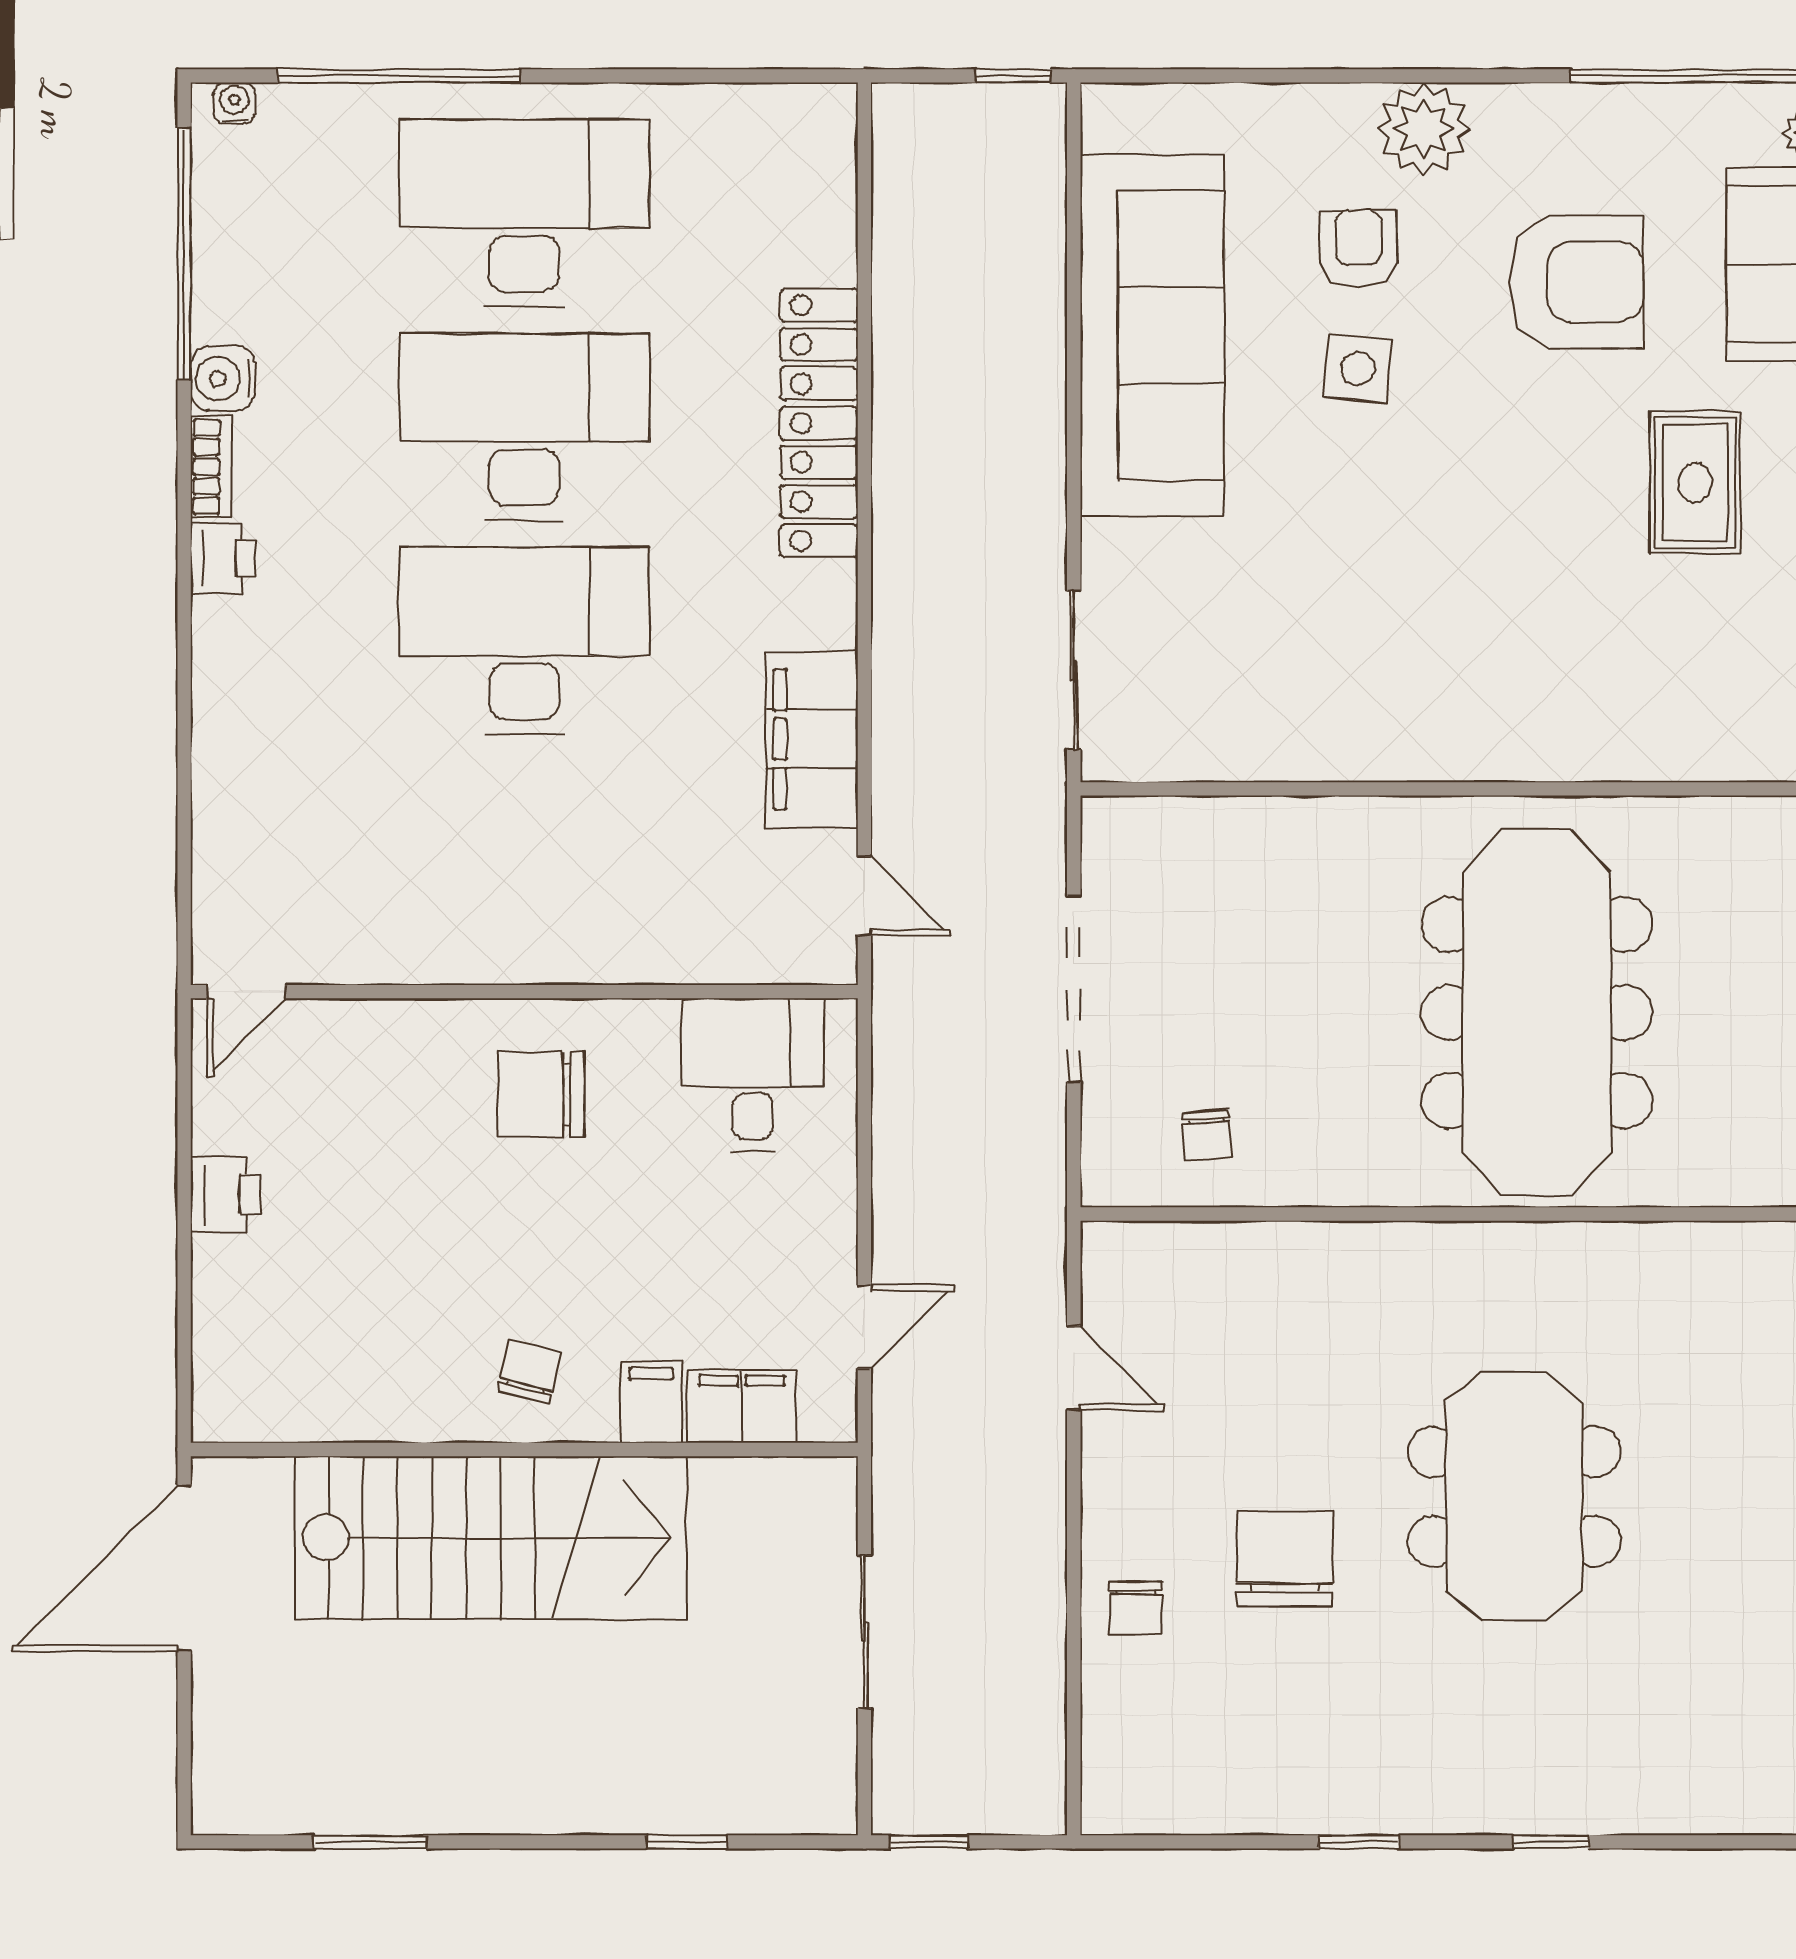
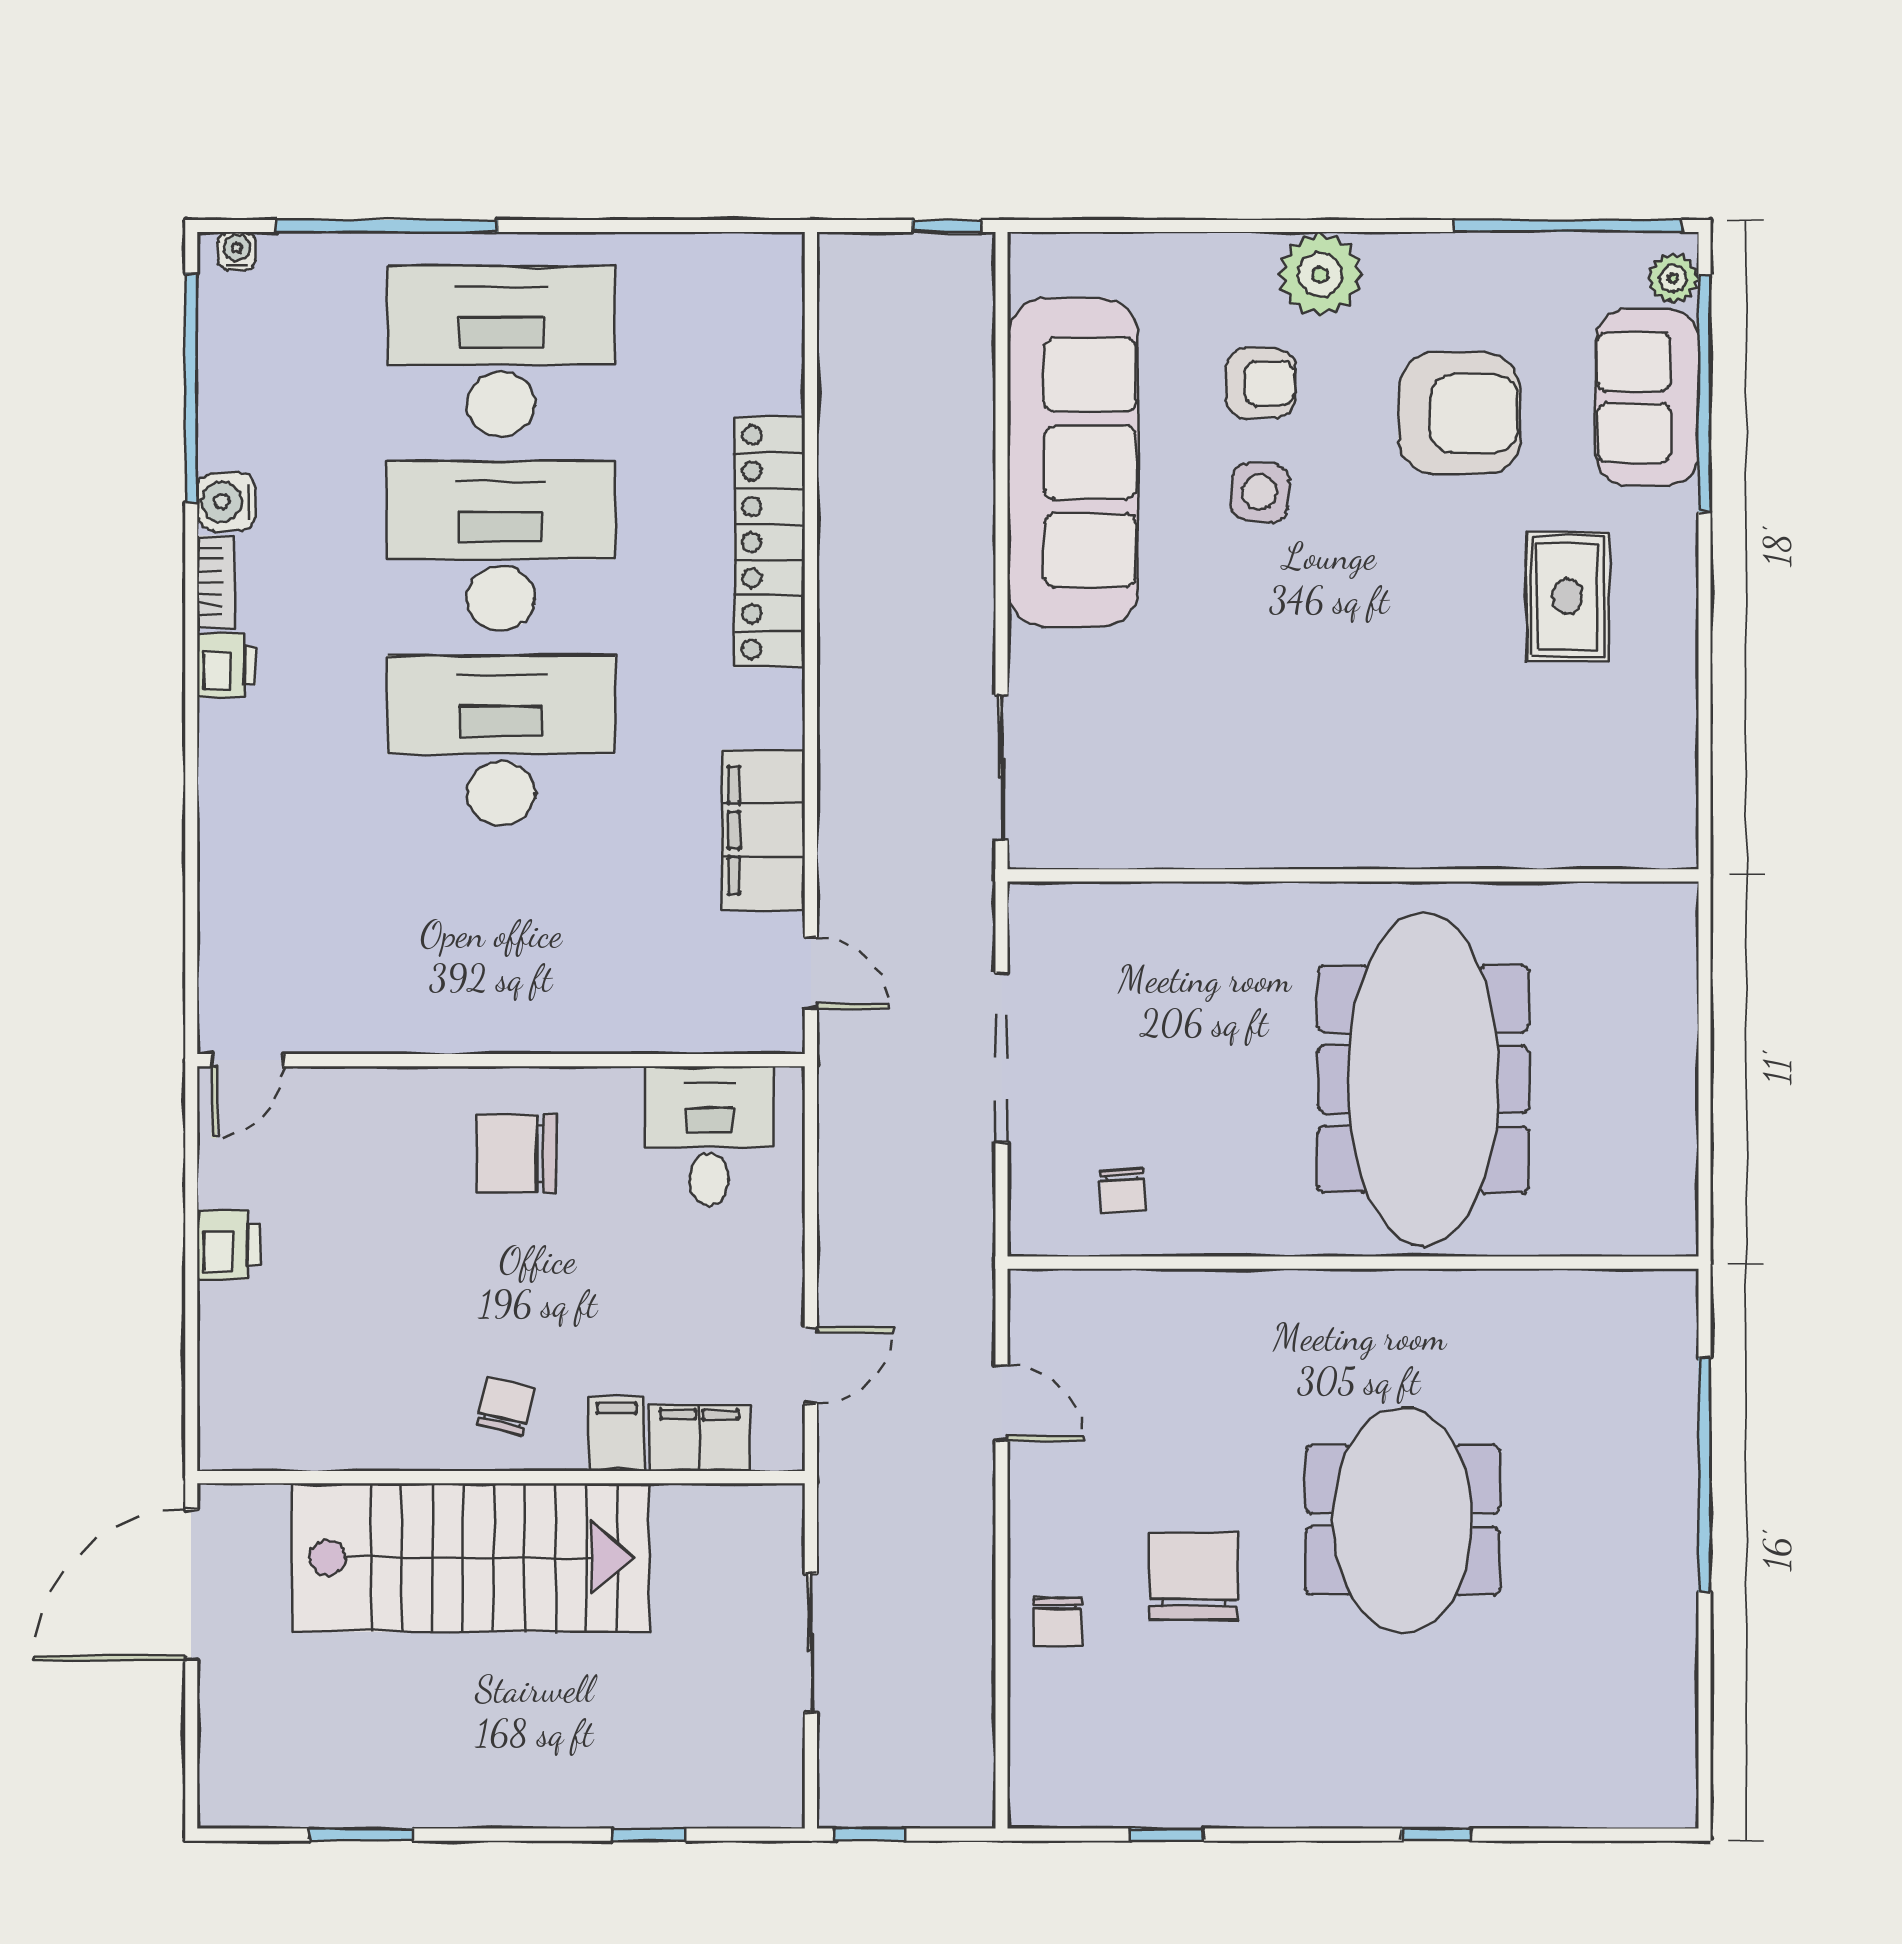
armchair: (1358, 248) -> (1261, 383), turned 90
window: (1359, 1842) -> (1166, 1835), moved

